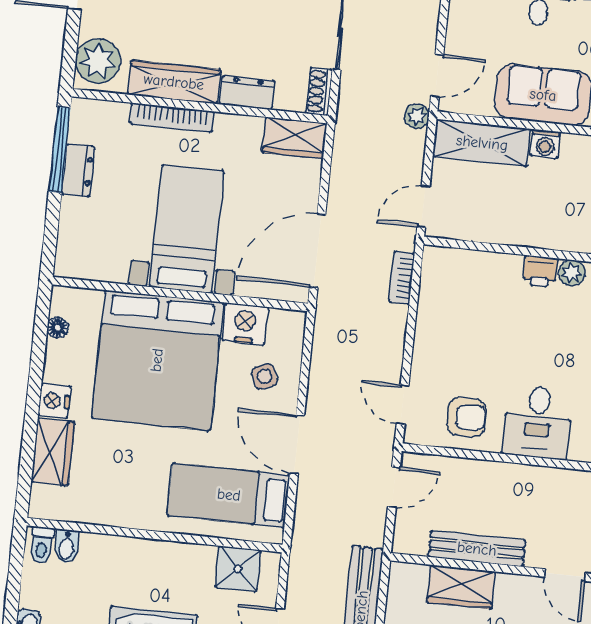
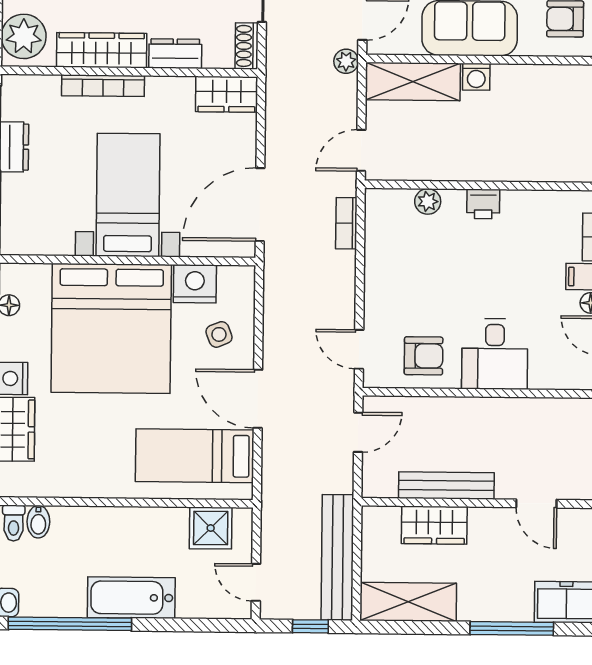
plant: (572, 273) -> (428, 201), moved

